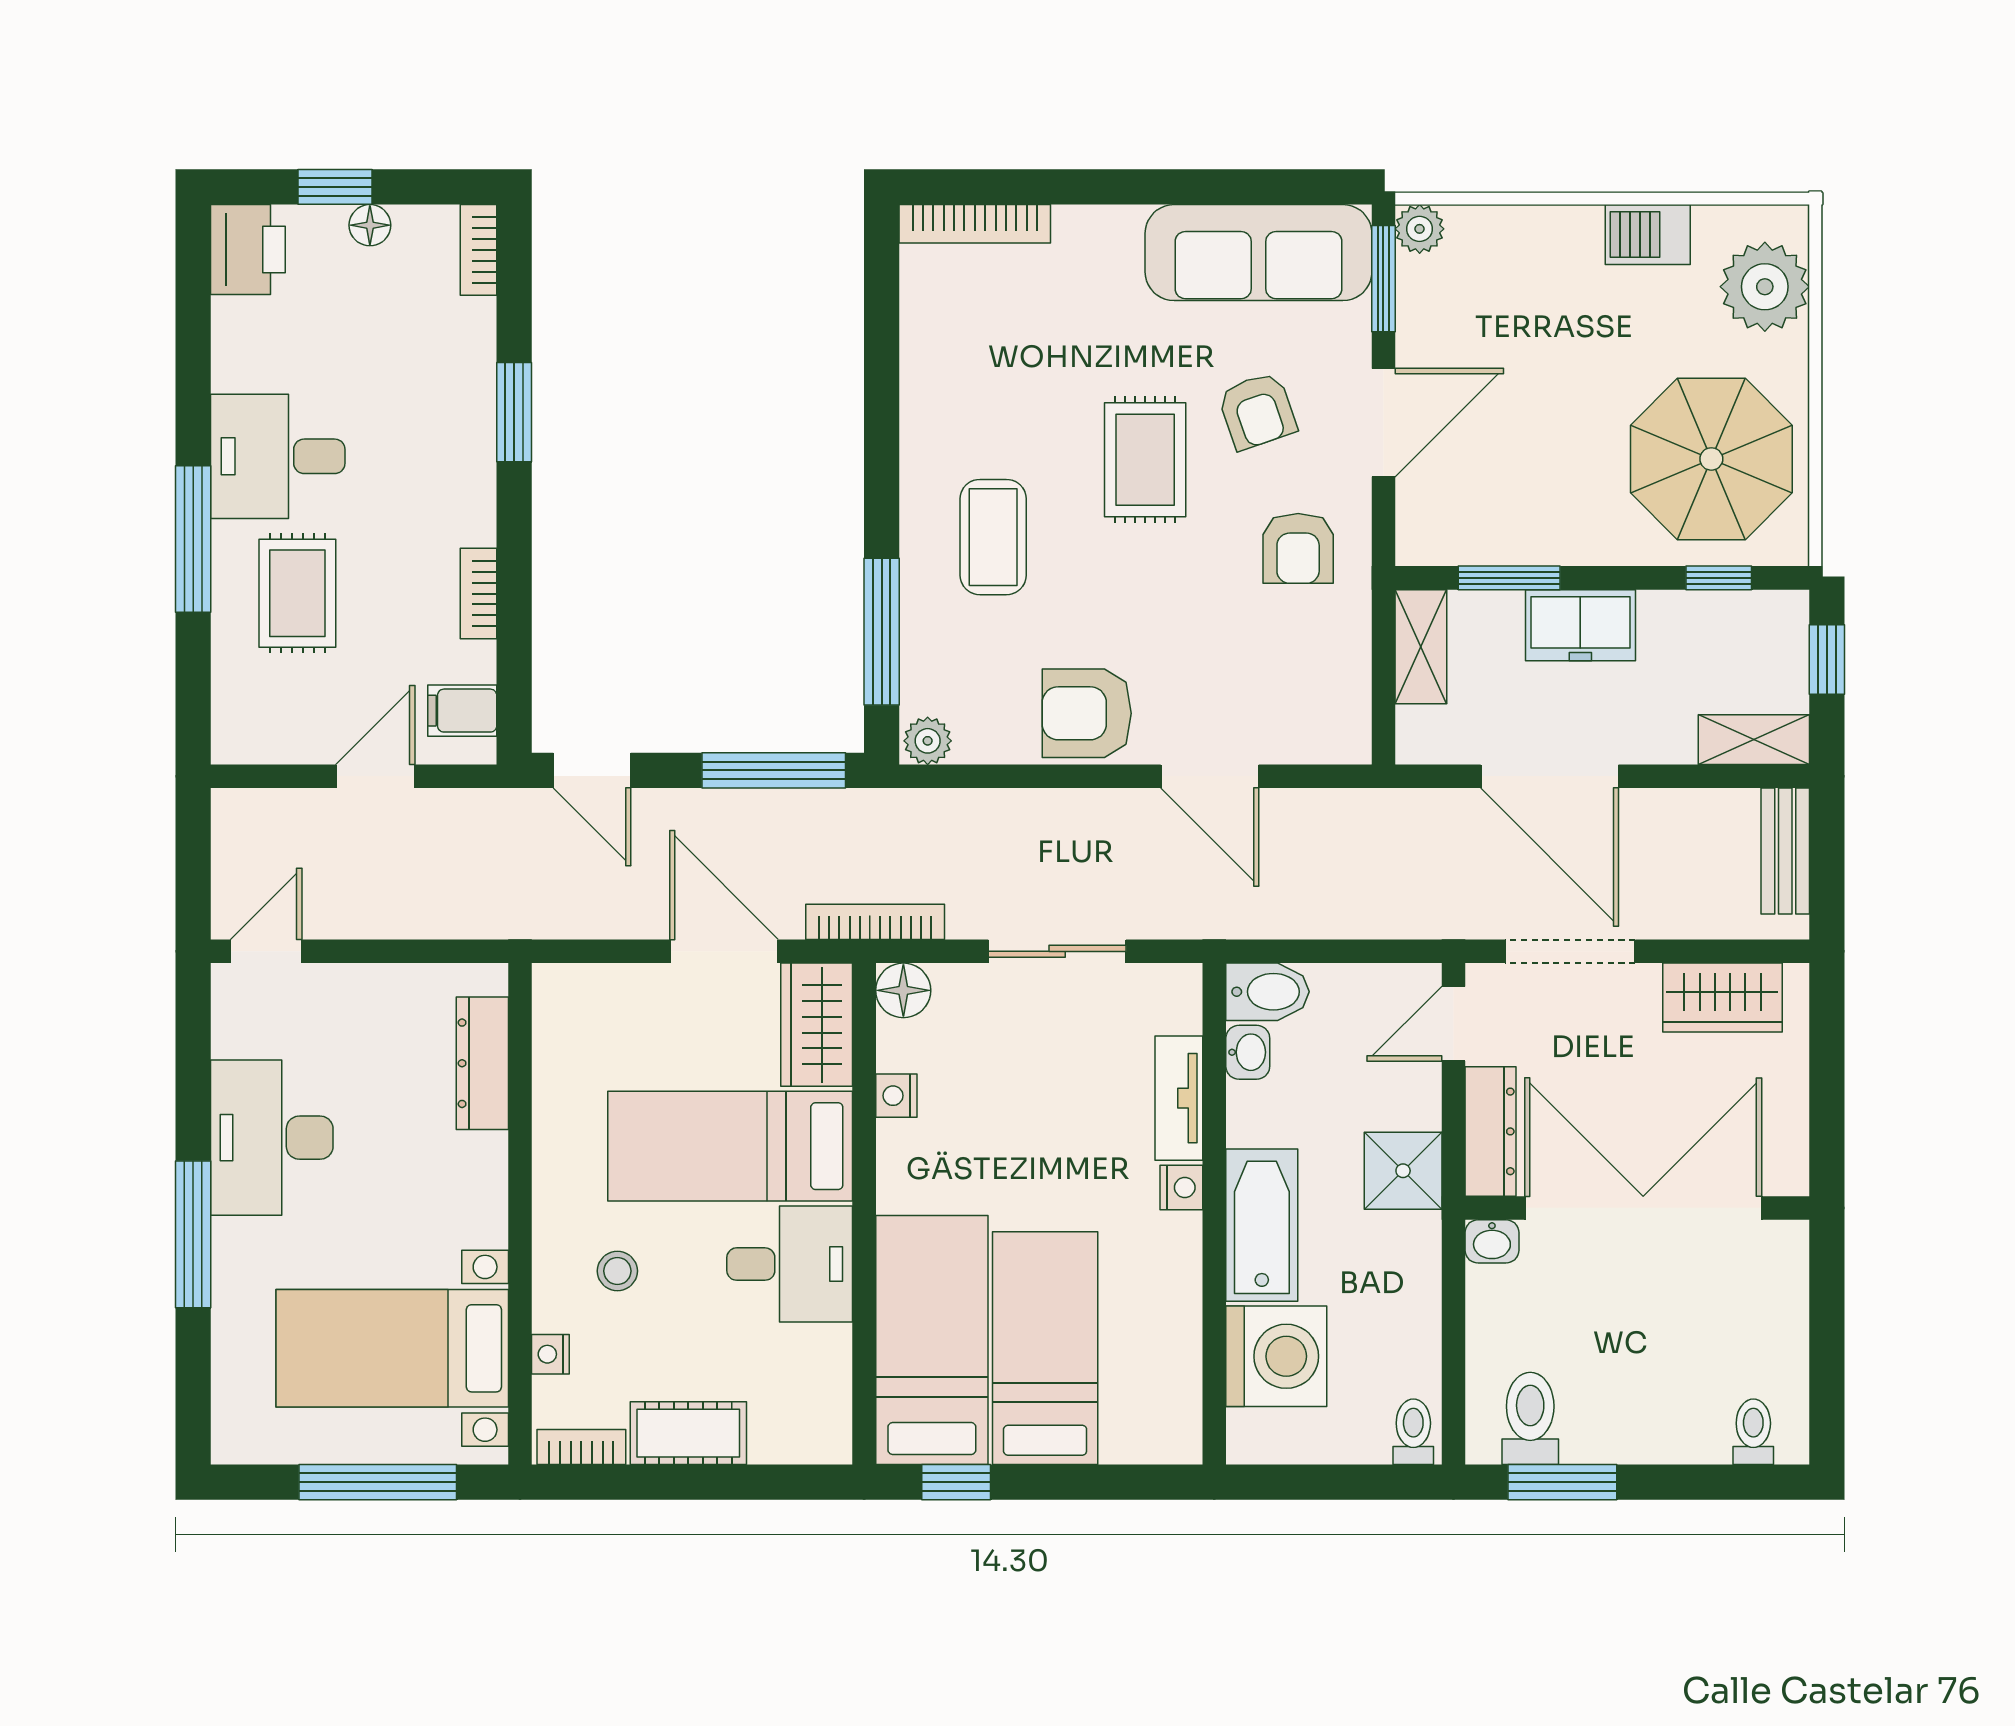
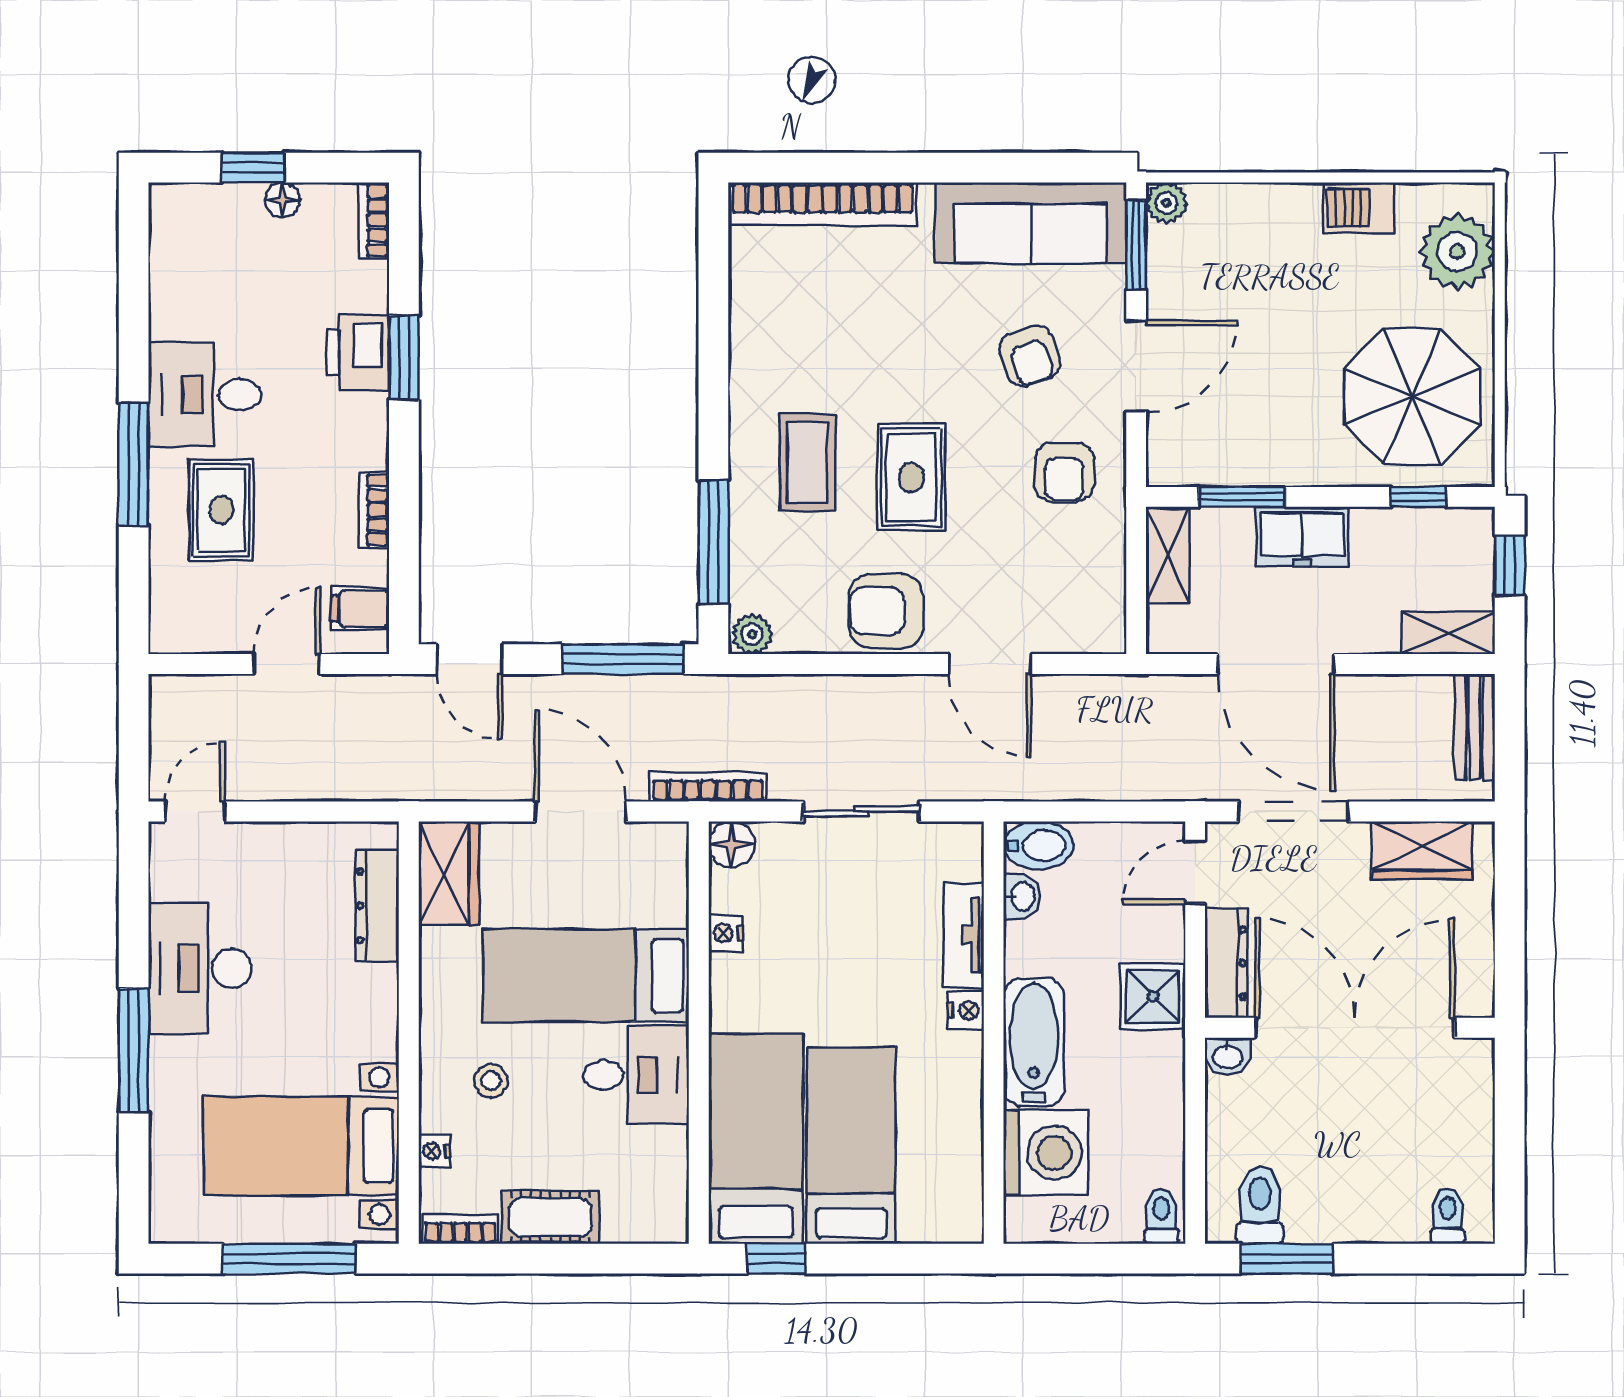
bookcase: (975, 224) -> (822, 204), width x1.48, depth x1.31
printer: (248, 250) -> (358, 352), moved, turned 180
rug: (1145, 460) -> (911, 477), moved
wardrobe: (817, 1025) -> (449, 873), moved, turned 180

